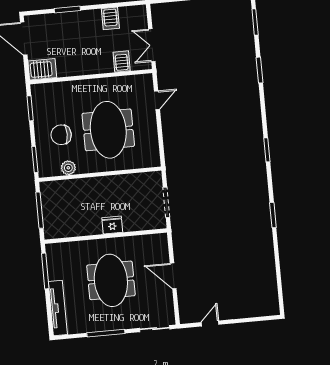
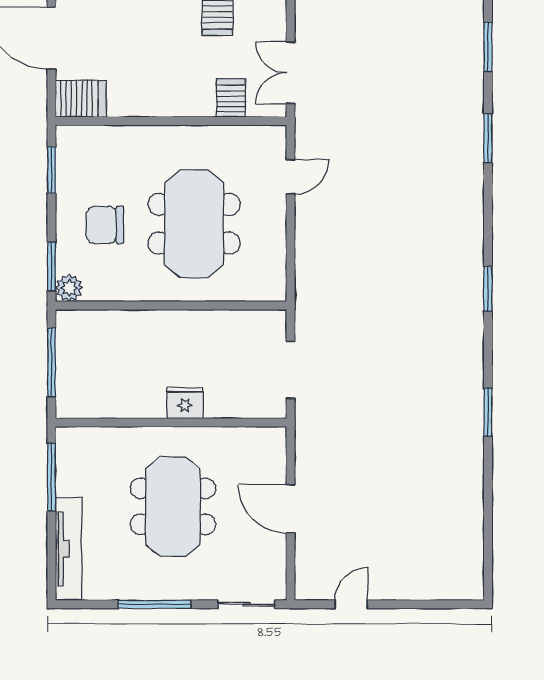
plant: (68, 168) -> (69, 288), moved

